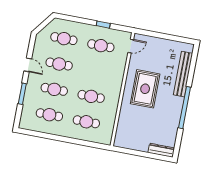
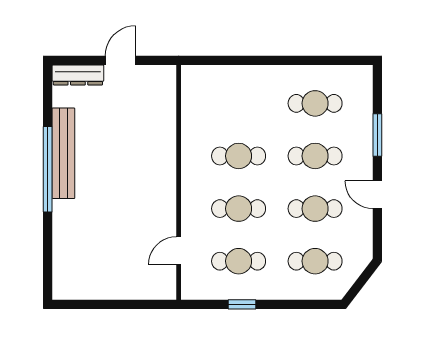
door: (131, 46) -> (179, 251), moved
bench: (183, 74) -> (63, 153), moved
rug: (145, 89) -> (134, 192), removed
cafe table: (86, 122) -> (239, 209), moved
door: (139, 153) -> (120, 60), added

